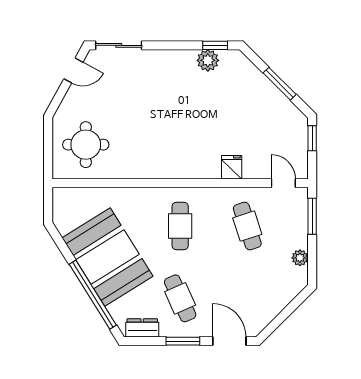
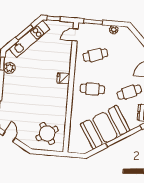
kitchen unit: (268, 95) -> (29, 39), added
round table: (86, 145) -> (47, 134), turned -32
fridge: (232, 167) -> (63, 78), moved

